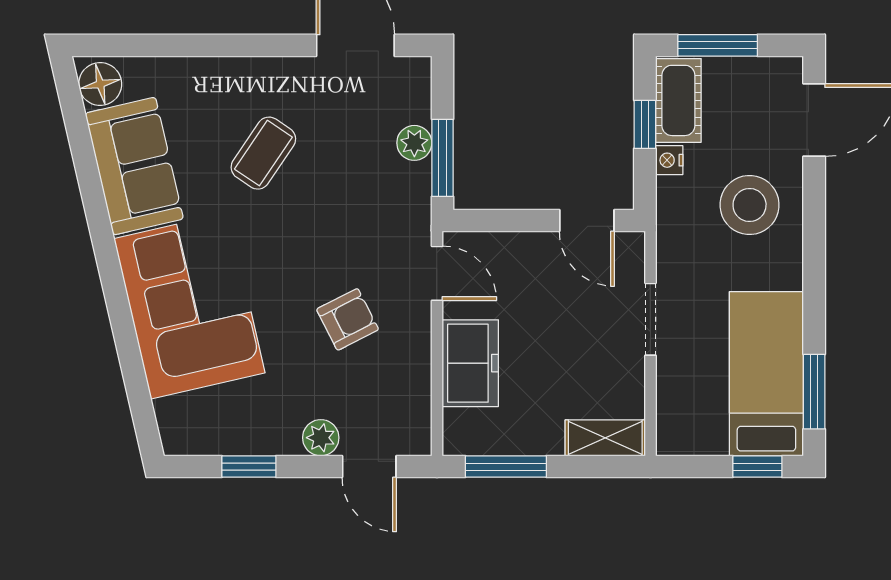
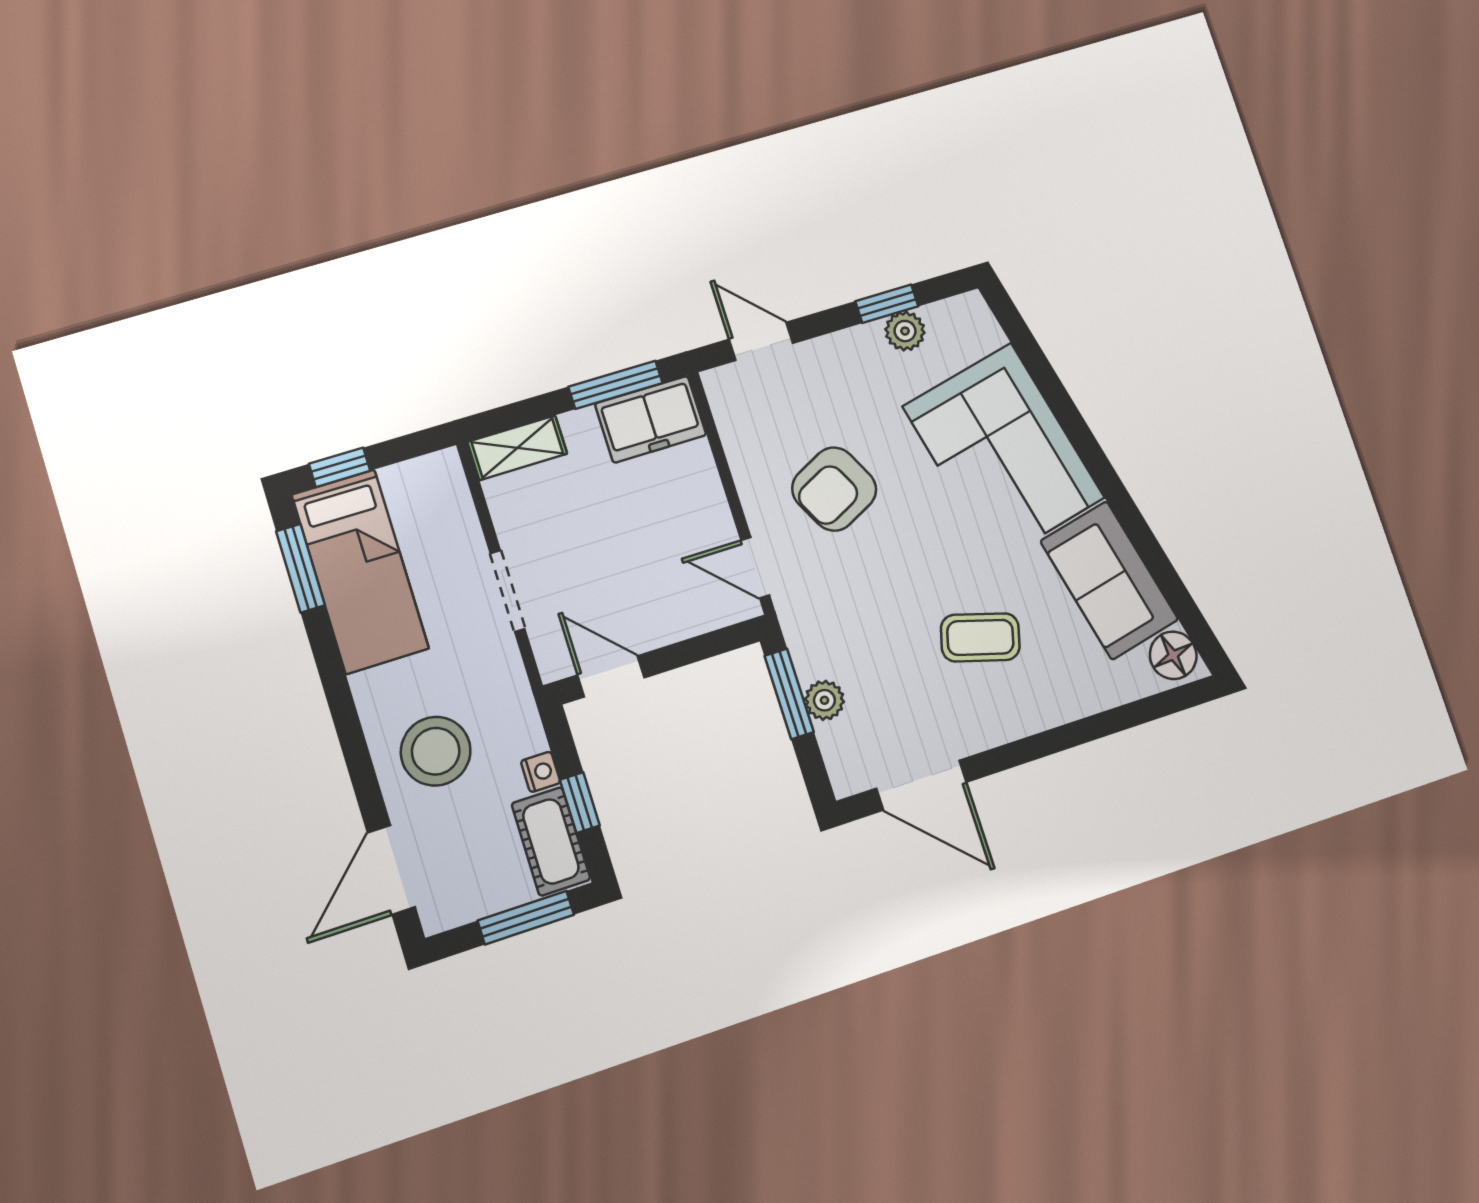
coffee table: (263, 153) -> (980, 637), turned 72
armchair: (348, 319) -> (834, 489), width x1.38, depth x1.38
freezer: (470, 363) -> (651, 419), moved, turned -90
plant: (321, 438) -> (905, 331), moved

